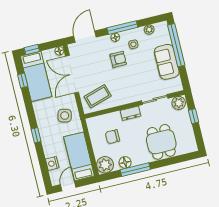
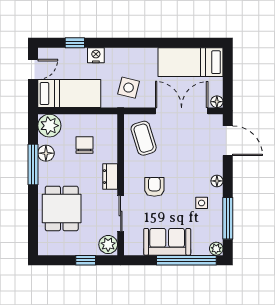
window: (122, 28) -> (228, 218), moved
plant: (149, 30) -> (216, 249), moved
window: (32, 50) -> (228, 65), removed
armchair: (118, 59) -> (154, 187), moved, turned 180
window: (23, 81) -> (189, 43), removed
window: (36, 135) -> (75, 43), moved
dining table: (161, 142) -> (62, 208), turned 90
nightstand: (52, 163) -> (96, 55), moved
door: (68, 186) -> (33, 69), hinge flipped

